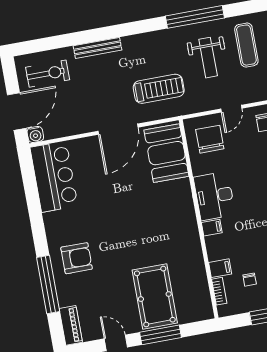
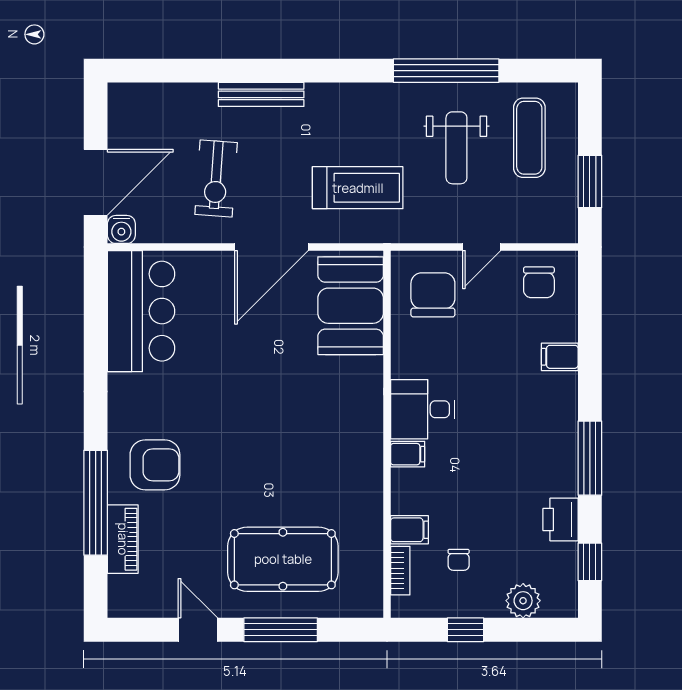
exercise bike: (48, 74) -> (216, 179), moved, turned 94
desk: (214, 196) -> (423, 409), width x0.73
pool table: (155, 297) -> (283, 559), turned 90
piano: (71, 325) -> (123, 539), moved

